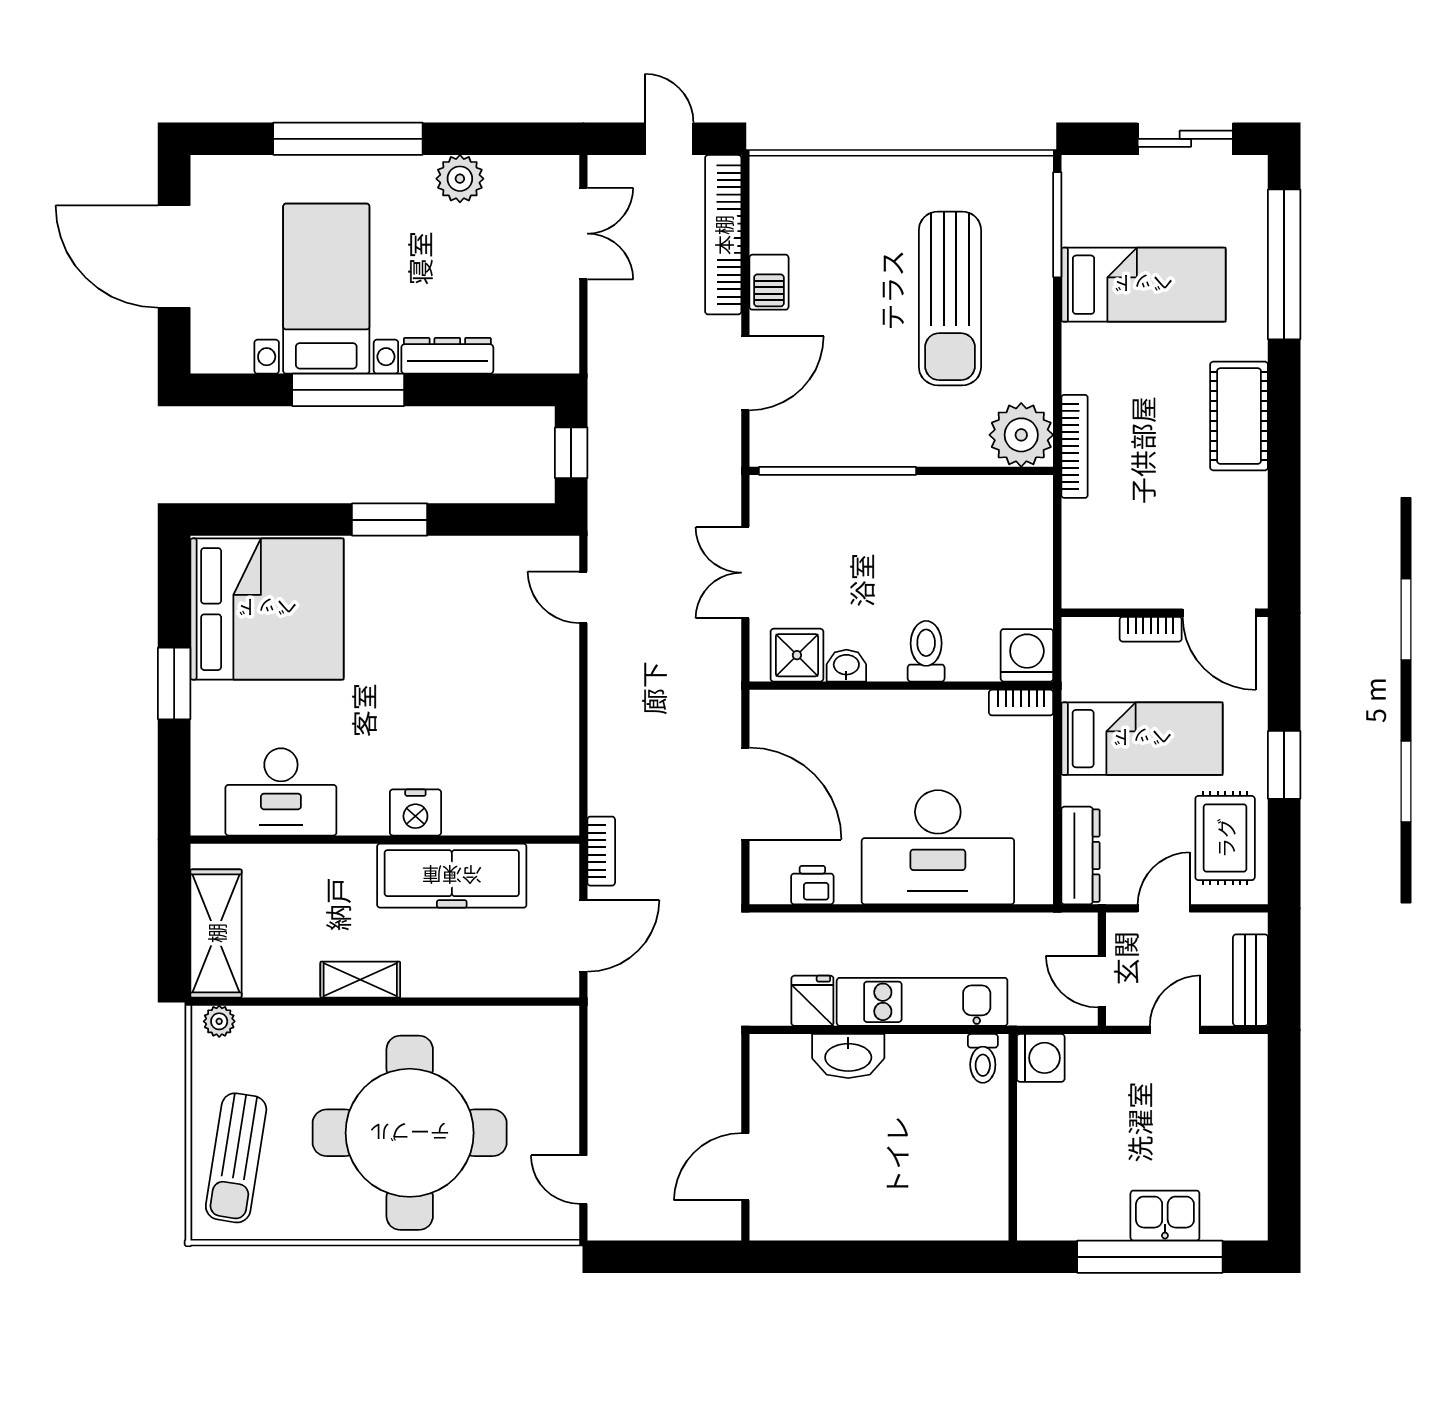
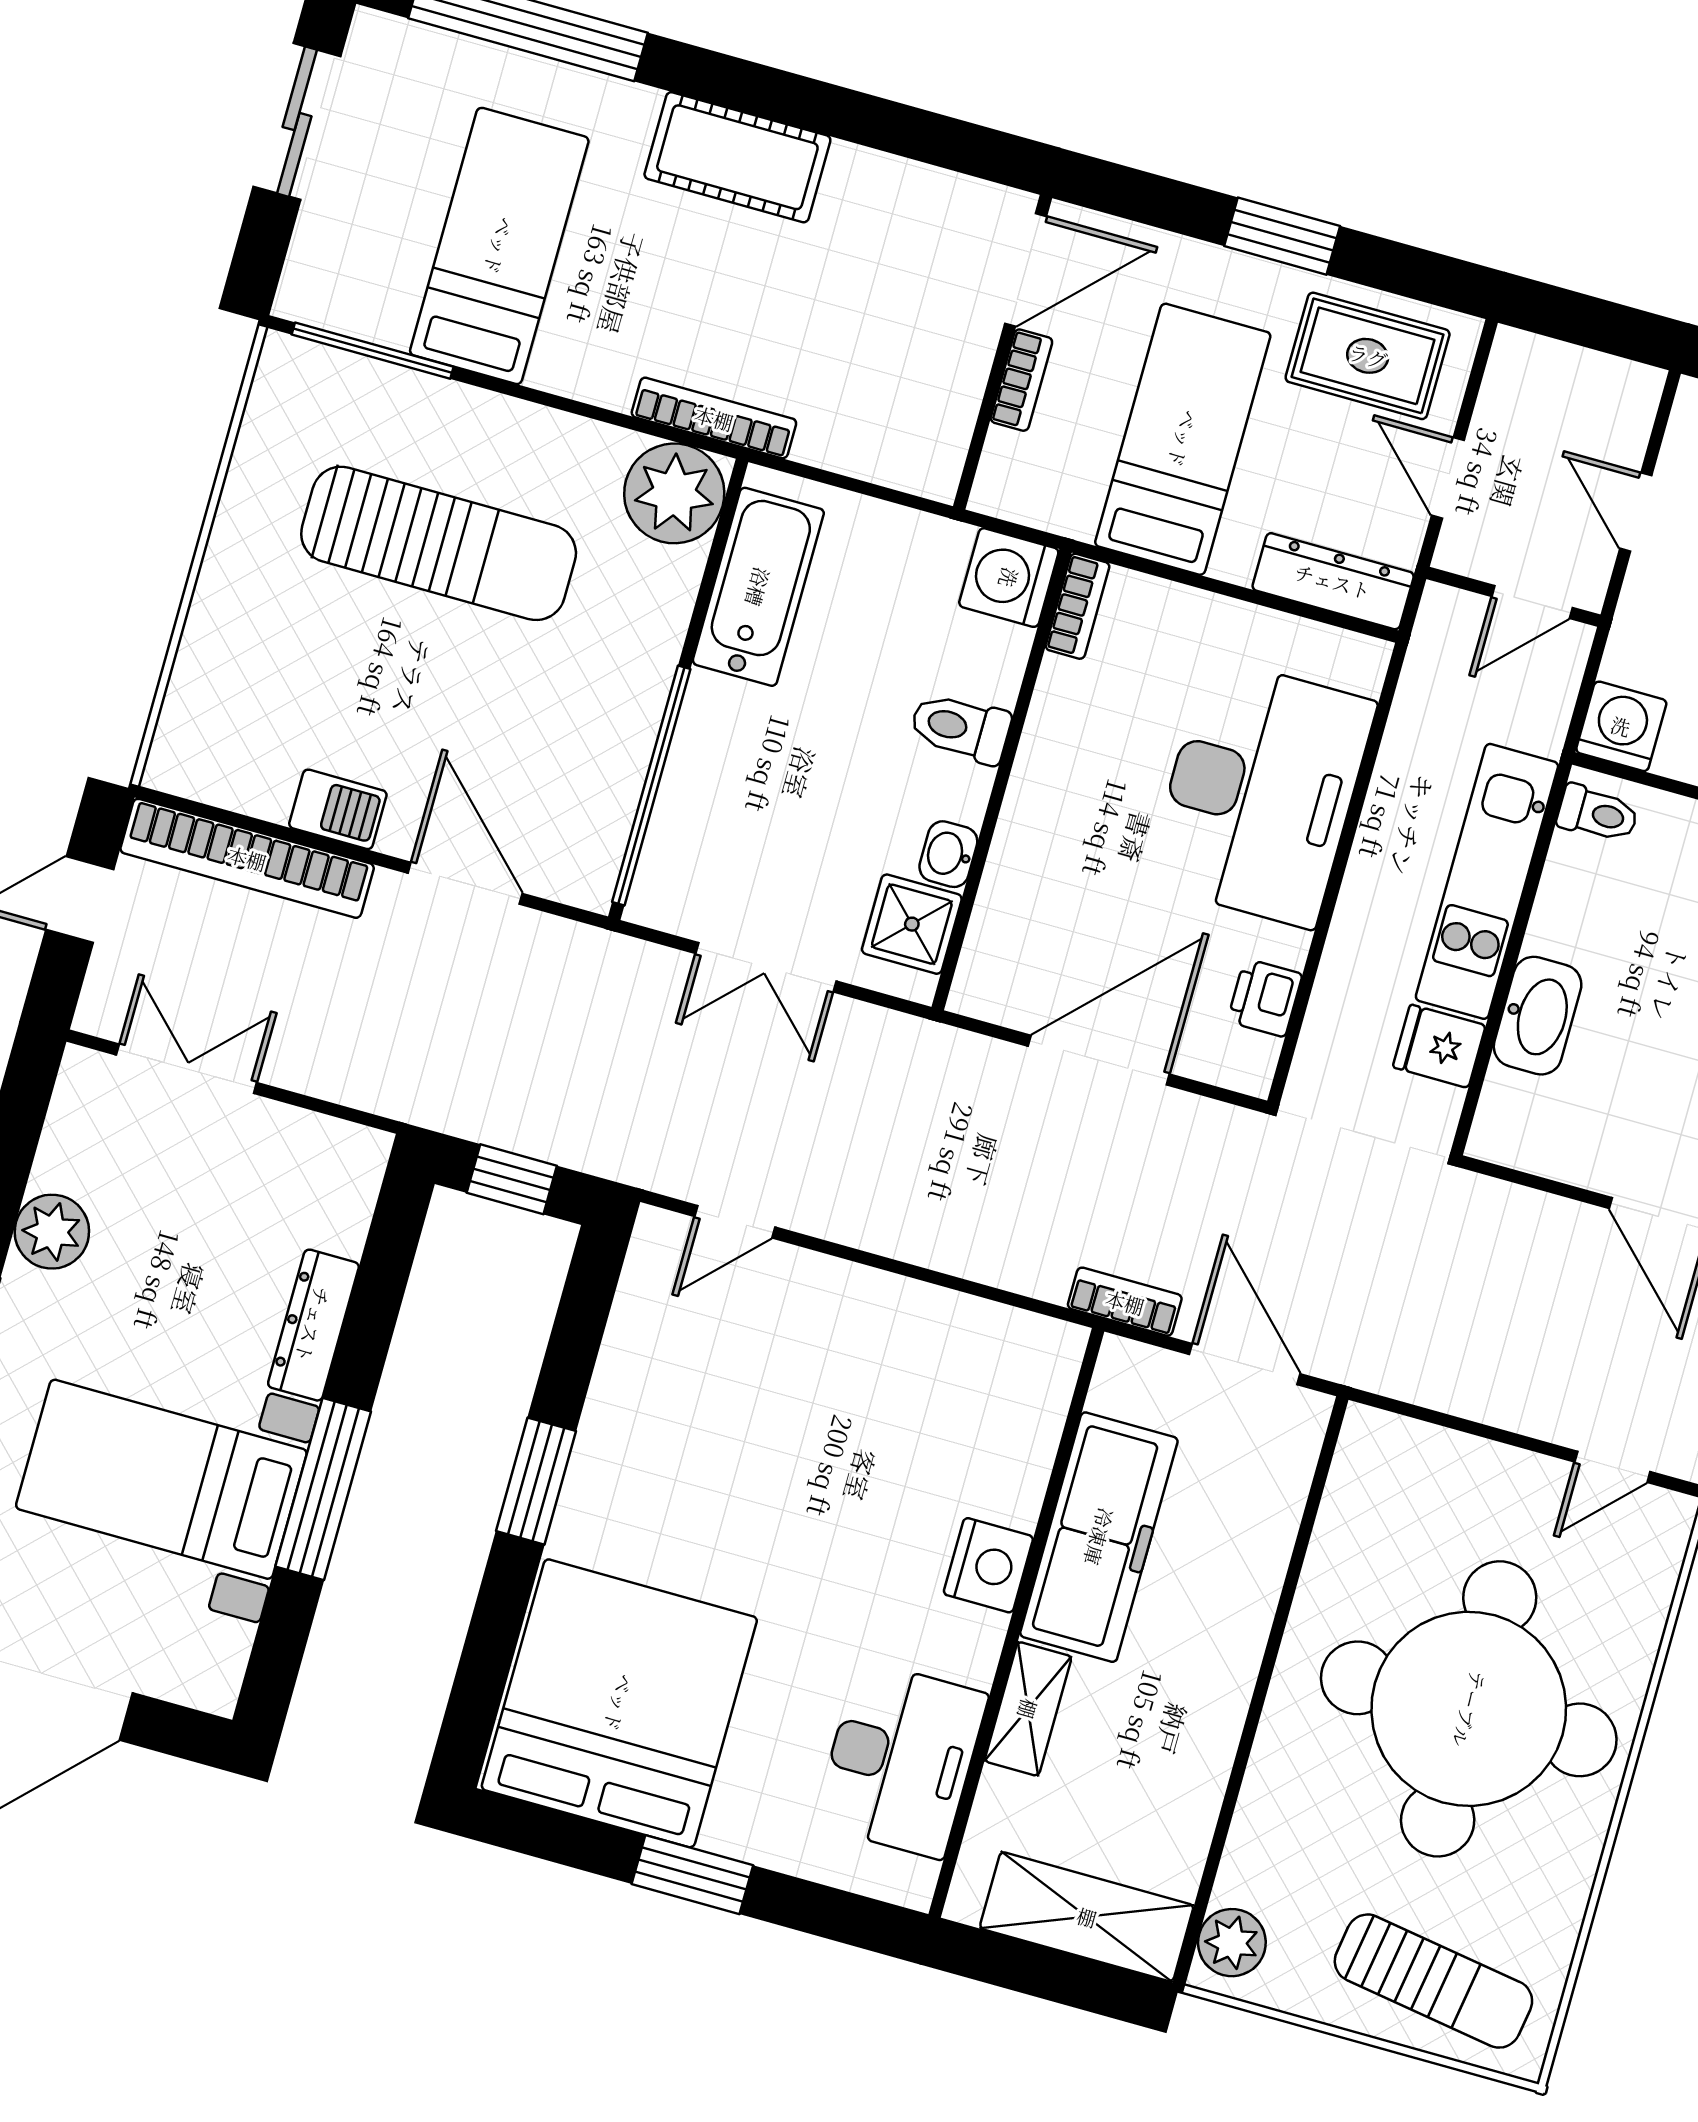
bathtub: (978, 503) -> (758, 587), added
shelving: (360, 980) -> (1028, 1709), moved
bench: (1250, 980) -> (1592, 377), removed
plant: (219, 1021) -> (1232, 1943), width x1.38, depth x1.38

